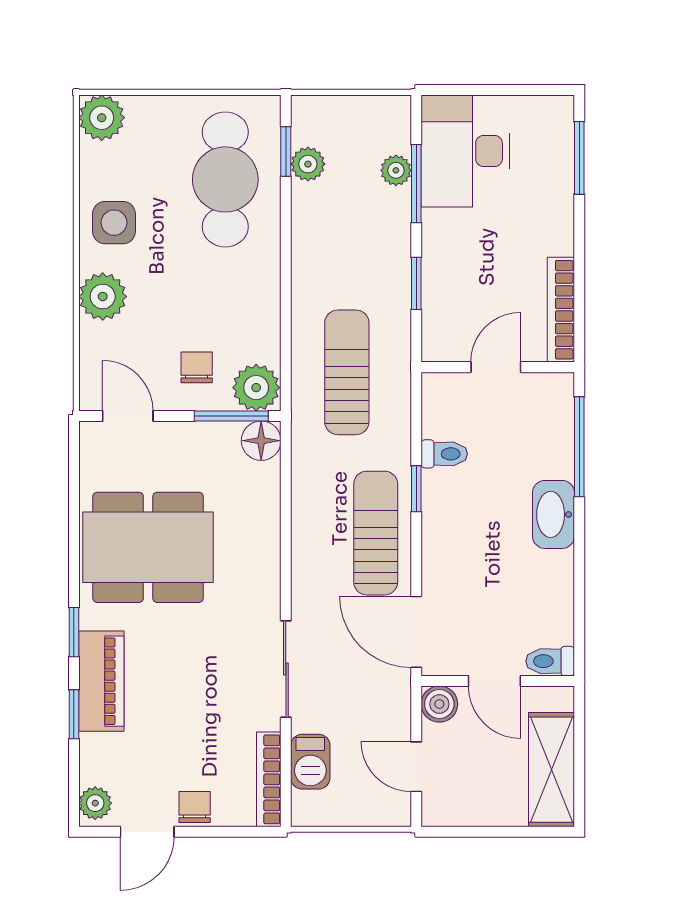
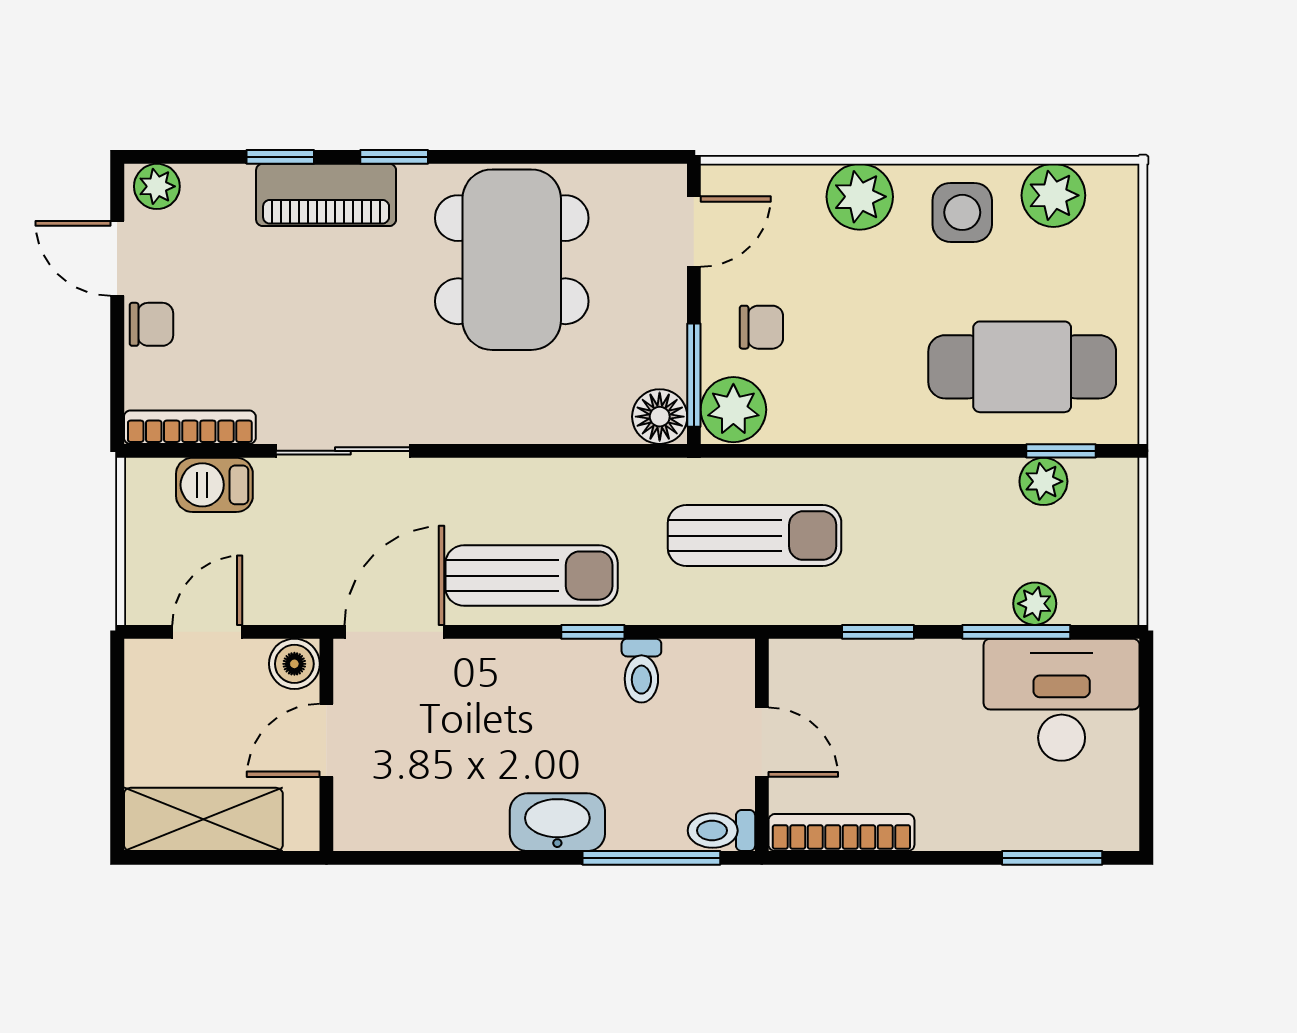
plant: (102, 118) -> (1053, 195), moved
toilet: (550, 661) -> (721, 831), moved, turned -90

